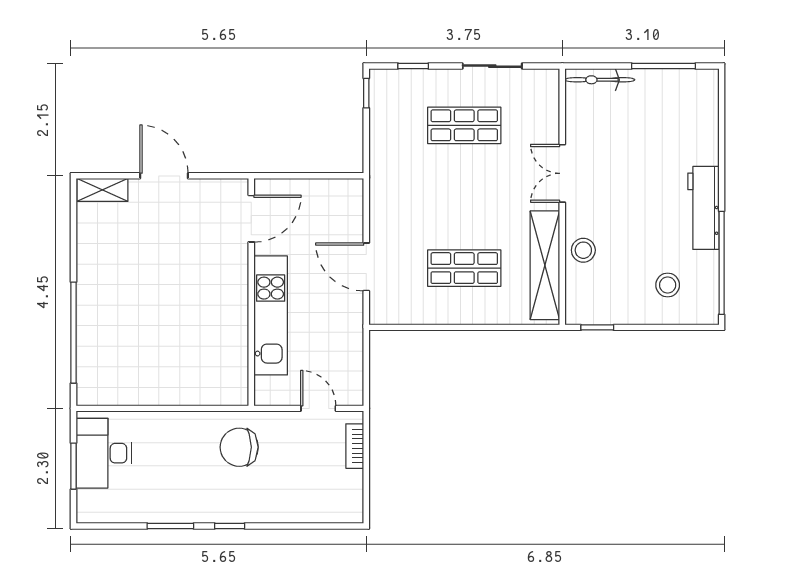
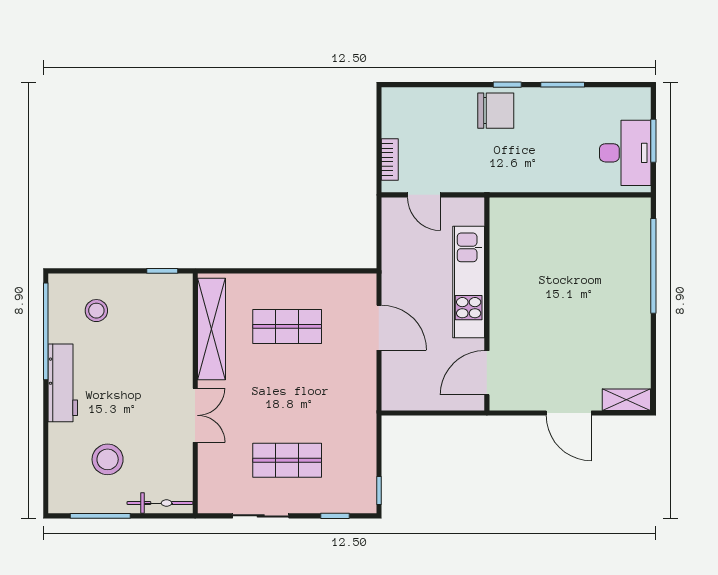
stool: (583, 250) -> (108, 459), moved, width x1.38, depth x1.38
chair: (239, 447) -> (496, 111), moved

